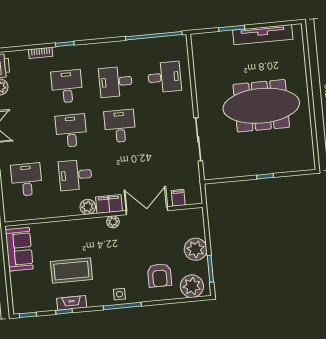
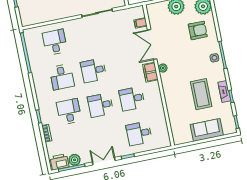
desk: (67, 86) -> (69, 112), turned 90
desk: (75, 175) -> (132, 99), turned 90
plant: (88, 207) -> (154, 87), removed
sofa: (19, 249) -> (207, 130), moved

